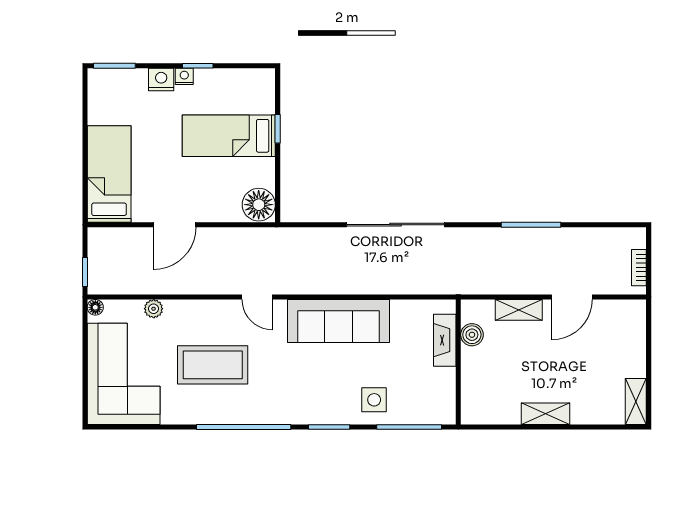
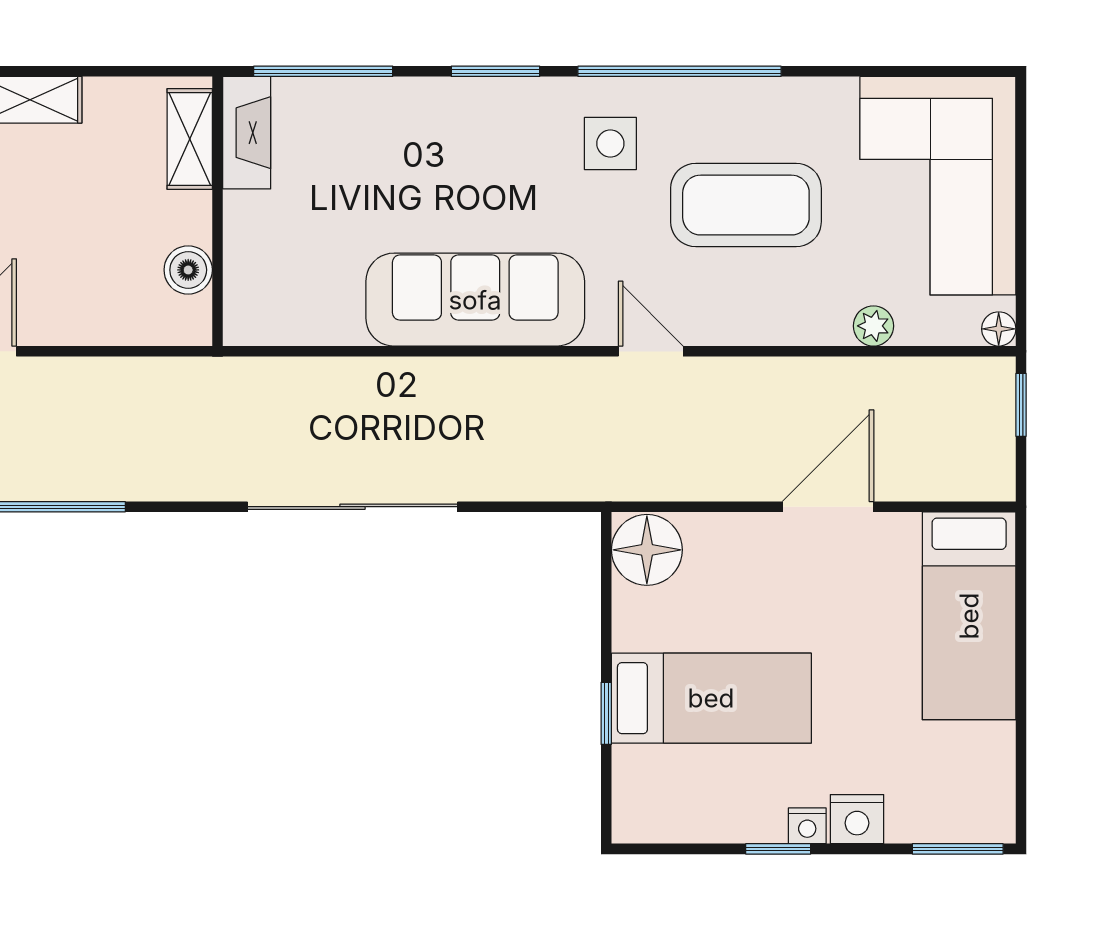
shelving: (519, 310) -> (190, 139), moved, turned 90
fireplace: (445, 340) -> (247, 133), moved
side table: (374, 400) -> (610, 144), moved

